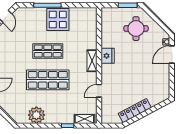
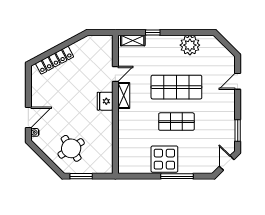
round table: (136, 29) -> (71, 148), turned -33
fridge: (108, 56) -> (105, 101), moved
shelving: (92, 61) -> (124, 95), moved
locker: (135, 111) -> (55, 60), moved

